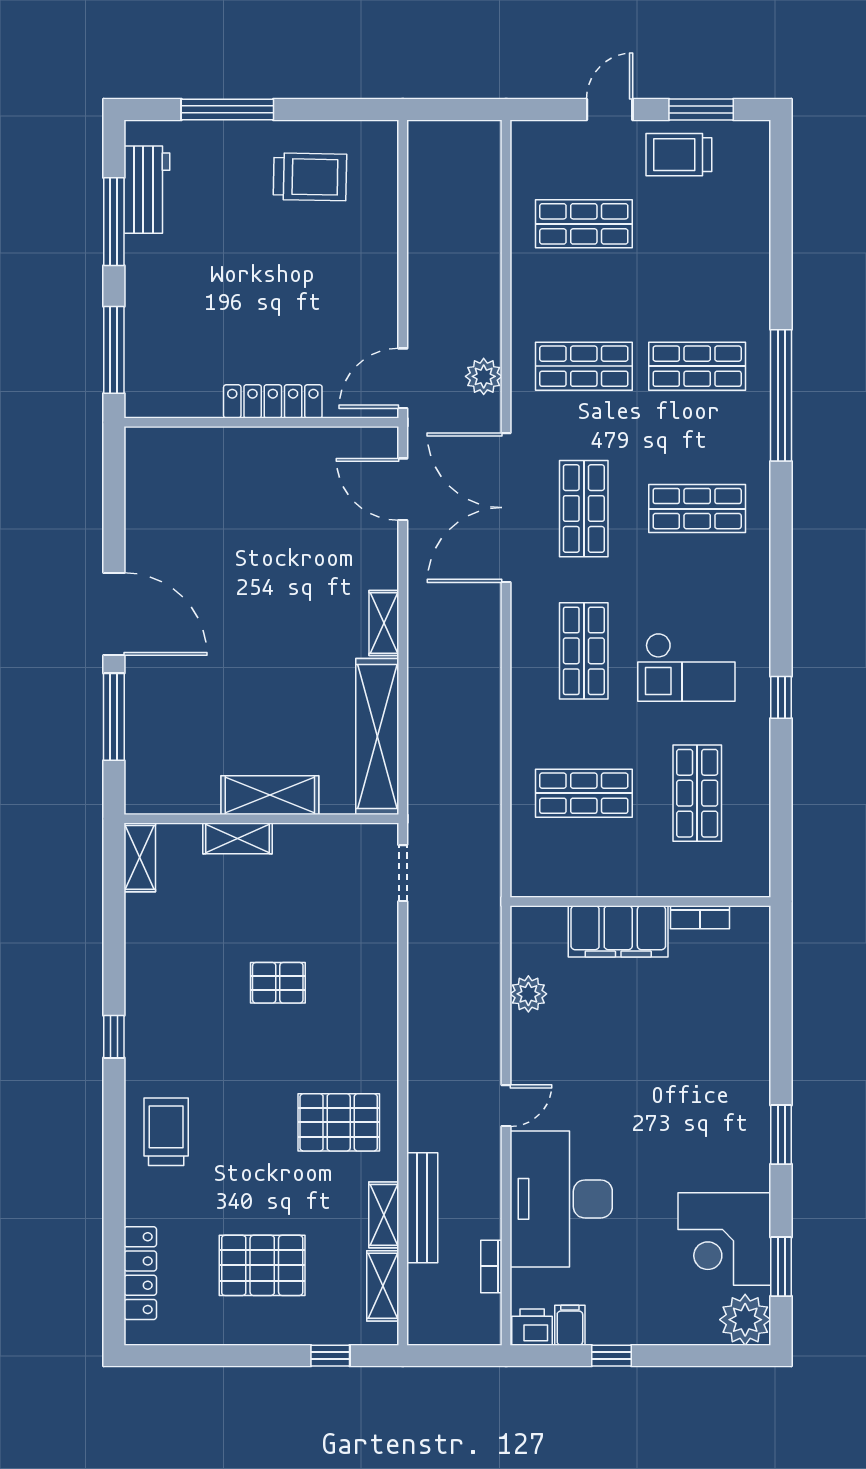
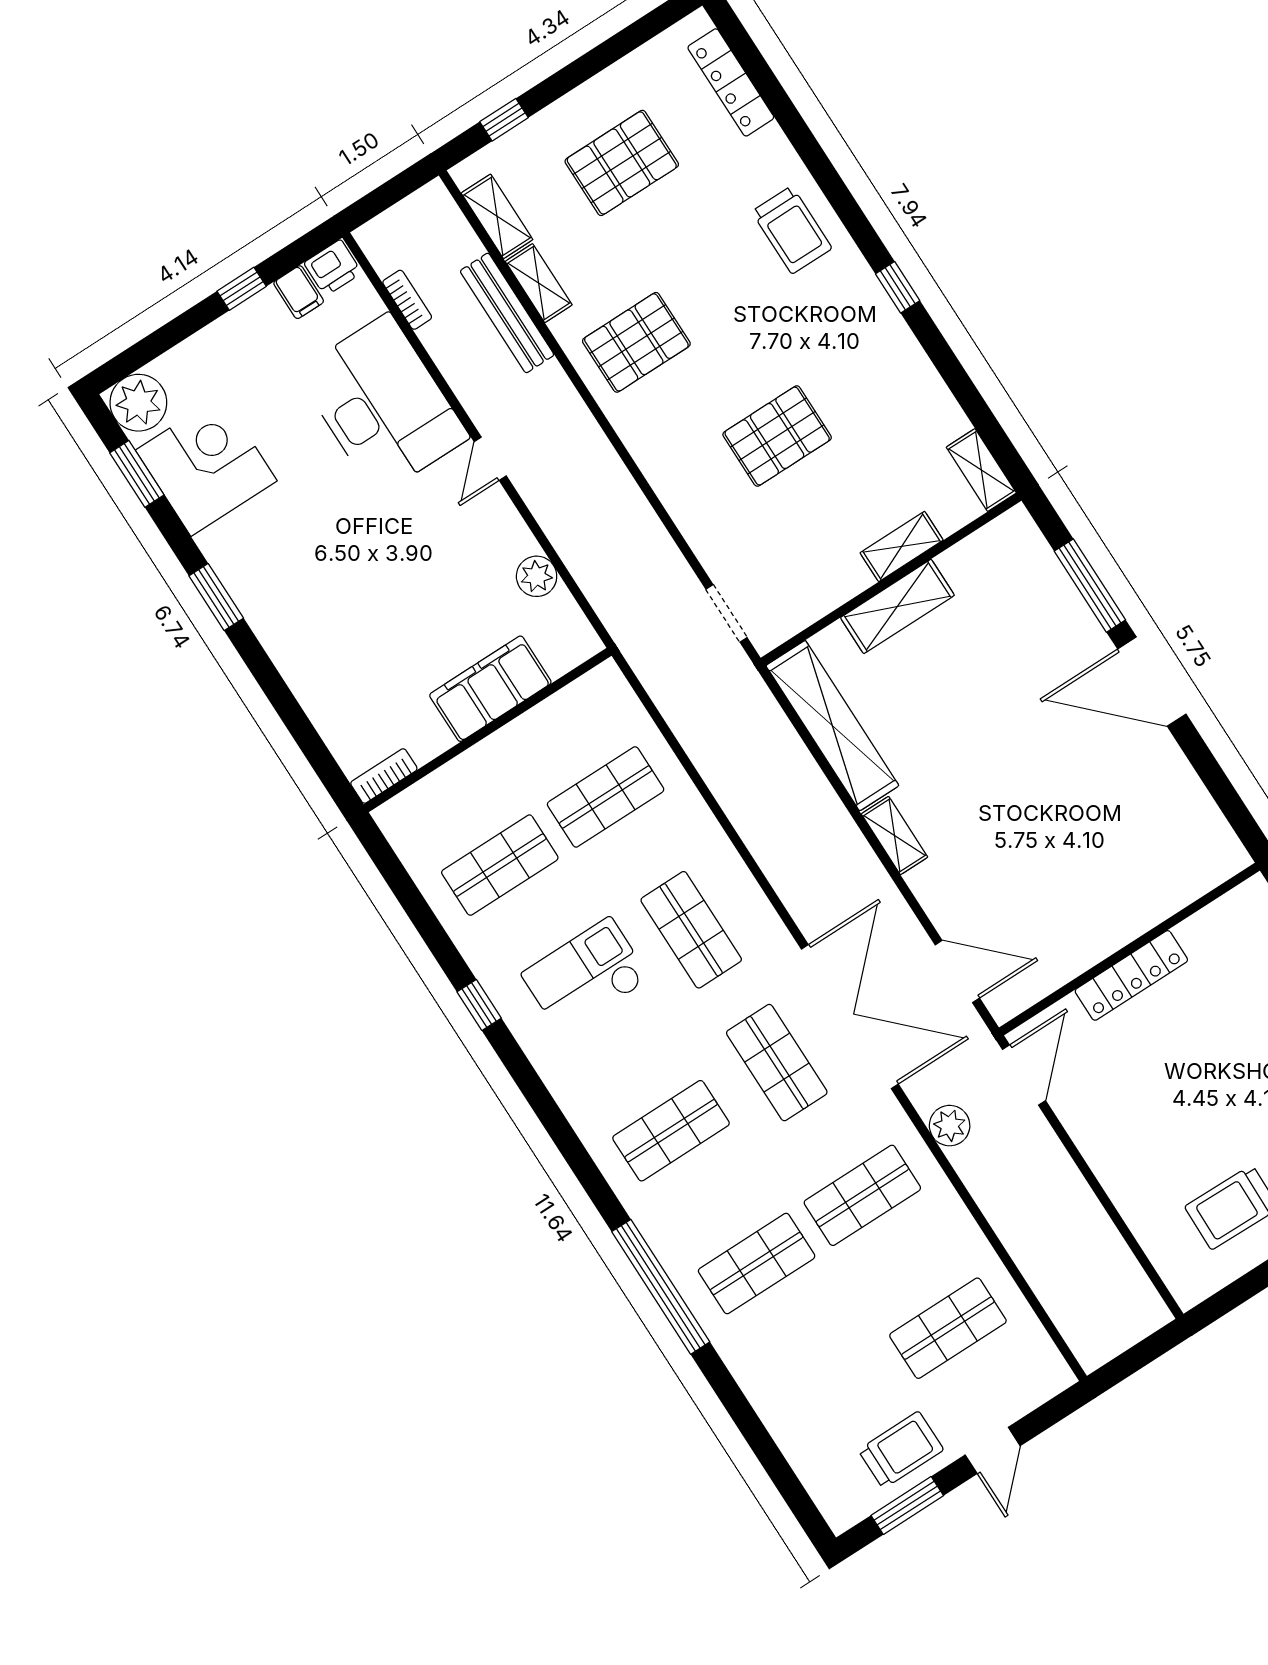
shop shelf: (697, 793) -> (500, 865), turned 90
bookcase: (700, 917) -> (384, 776), moved
pallet: (278, 983) -> (777, 436), width x1.50, depth x1.42

